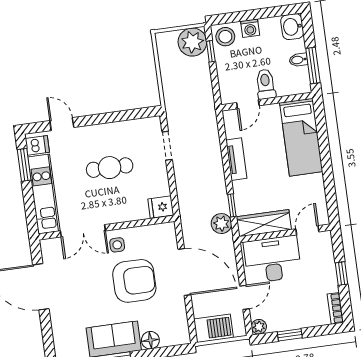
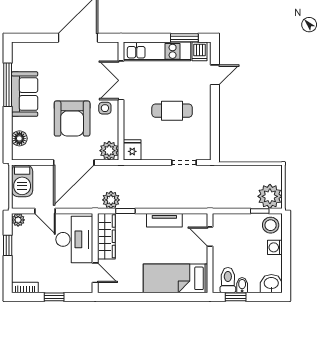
window: (313, 66) -> (236, 297), width x0.67
toilet: (266, 84) -> (228, 280), moved, turned -90
cafe table: (110, 168) -> (172, 111), turned 90
plant: (165, 233) -> (109, 151), added
floor lamp: (150, 340) -> (19, 138), moved

